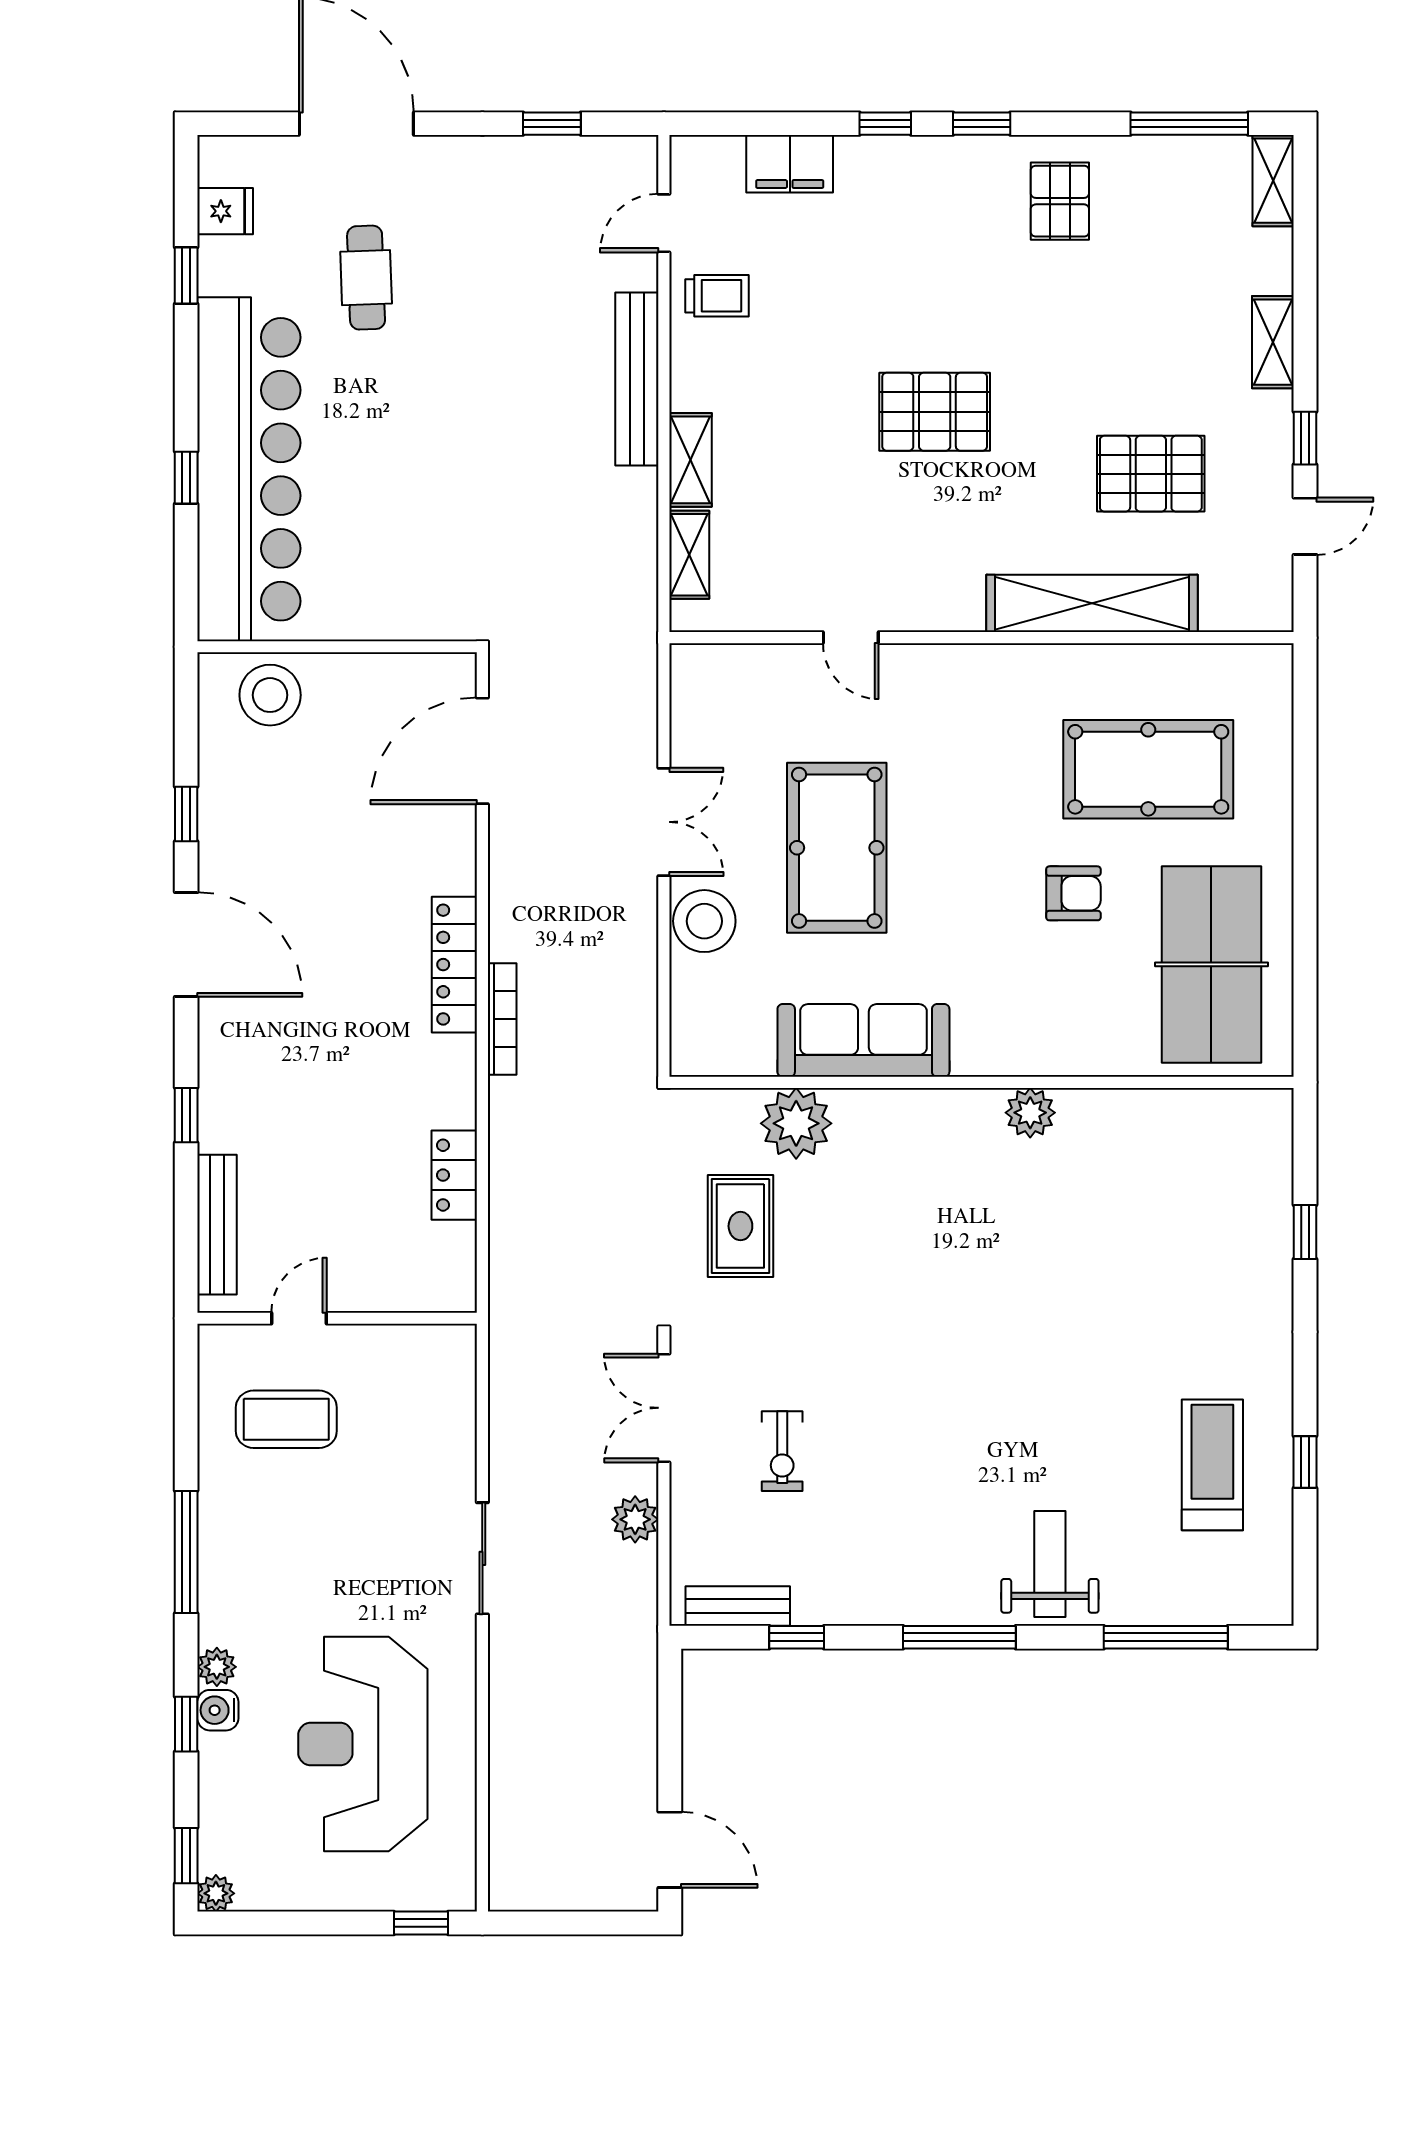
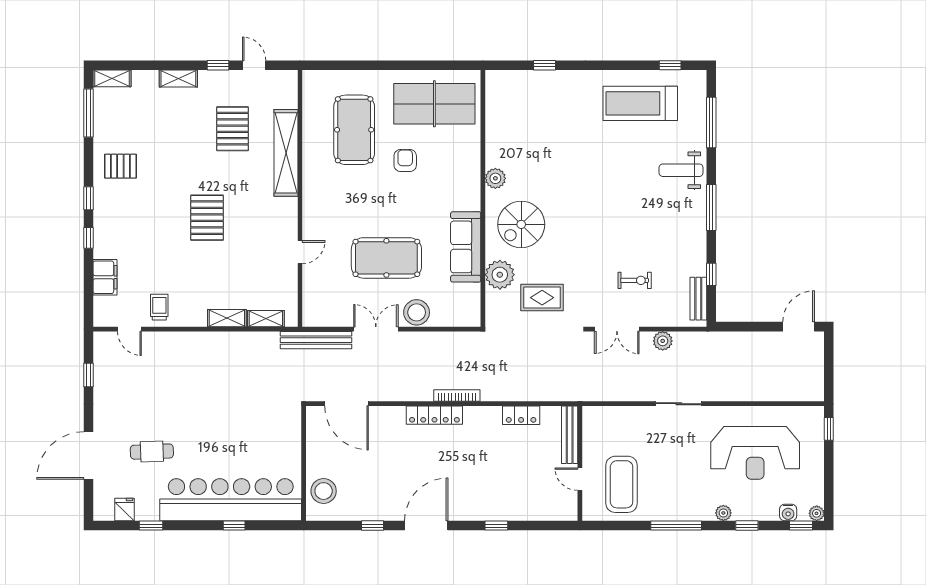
bench: (637, 379) -> (316, 340), moved
spiral stairs: (918, 1175) -> (521, 224), added
bench: (217, 1225) -> (570, 435), moved, turned 90
coffee table: (286, 1419) -> (622, 484), width x1.36, depth x1.32
window: (1305, 1462) -> (670, 65), moved
treadmill: (1212, 1465) -> (640, 103), width x1.37, depth x1.38
water cooler: (218, 1710) -> (788, 512), moved

